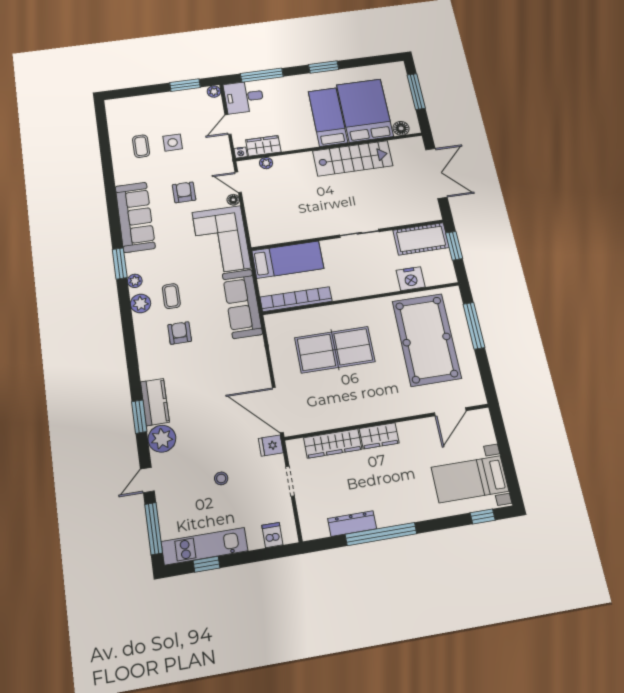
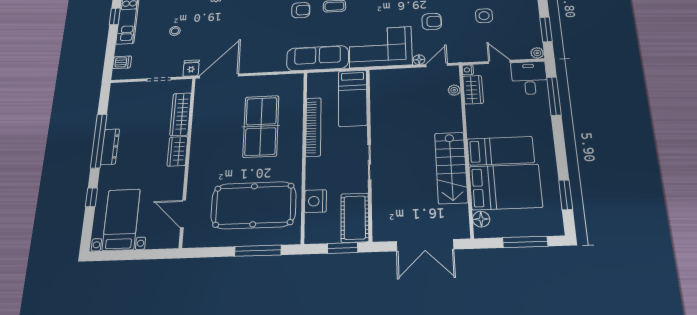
window: (324, 67) -> (566, 195), moved
bookcase: (296, 299) -> (313, 127), moved
window: (483, 516) -> (91, 197), moved
dresser: (352, 524) -> (110, 147), moved

